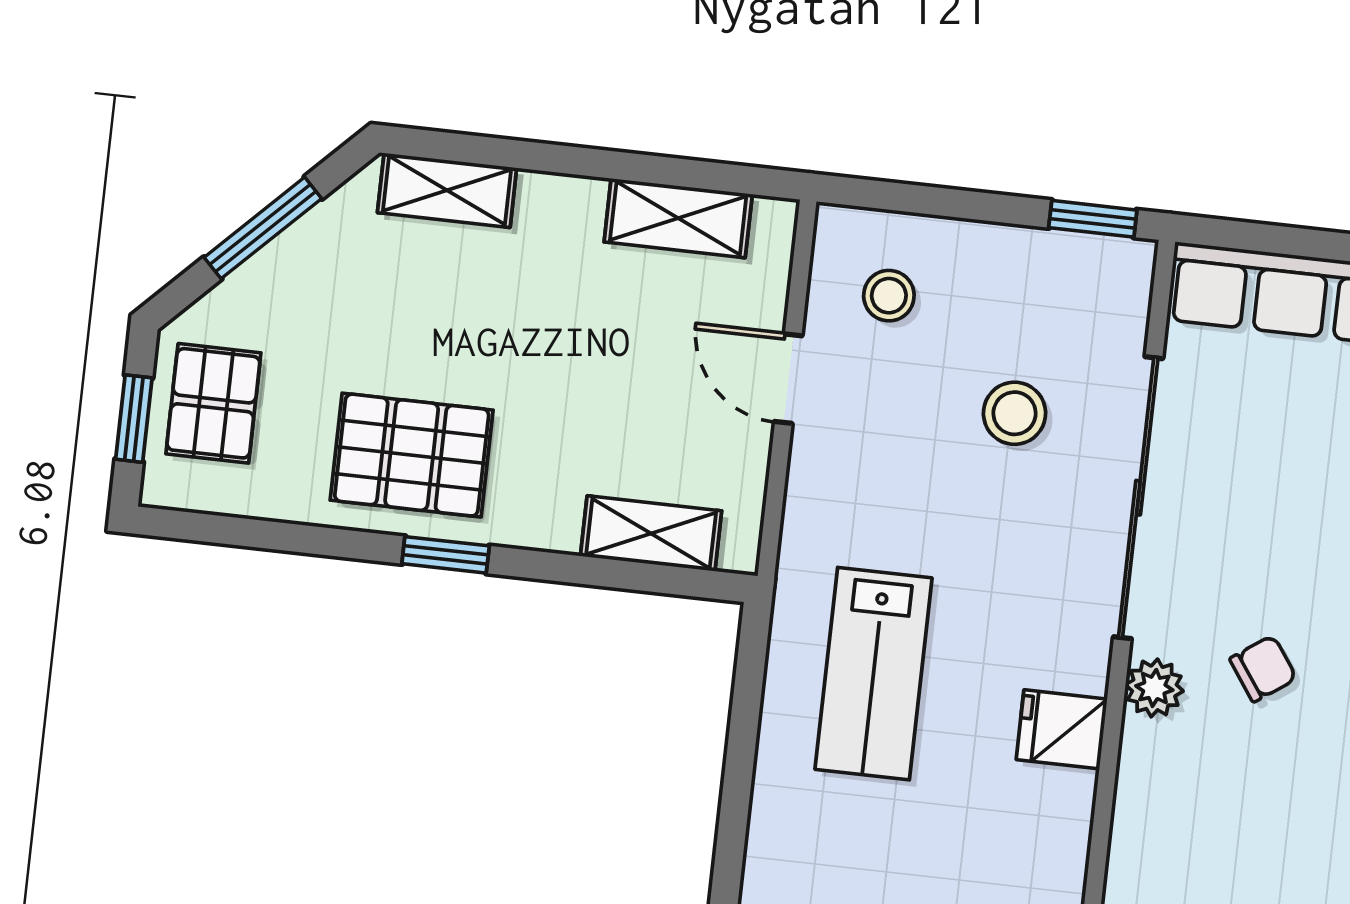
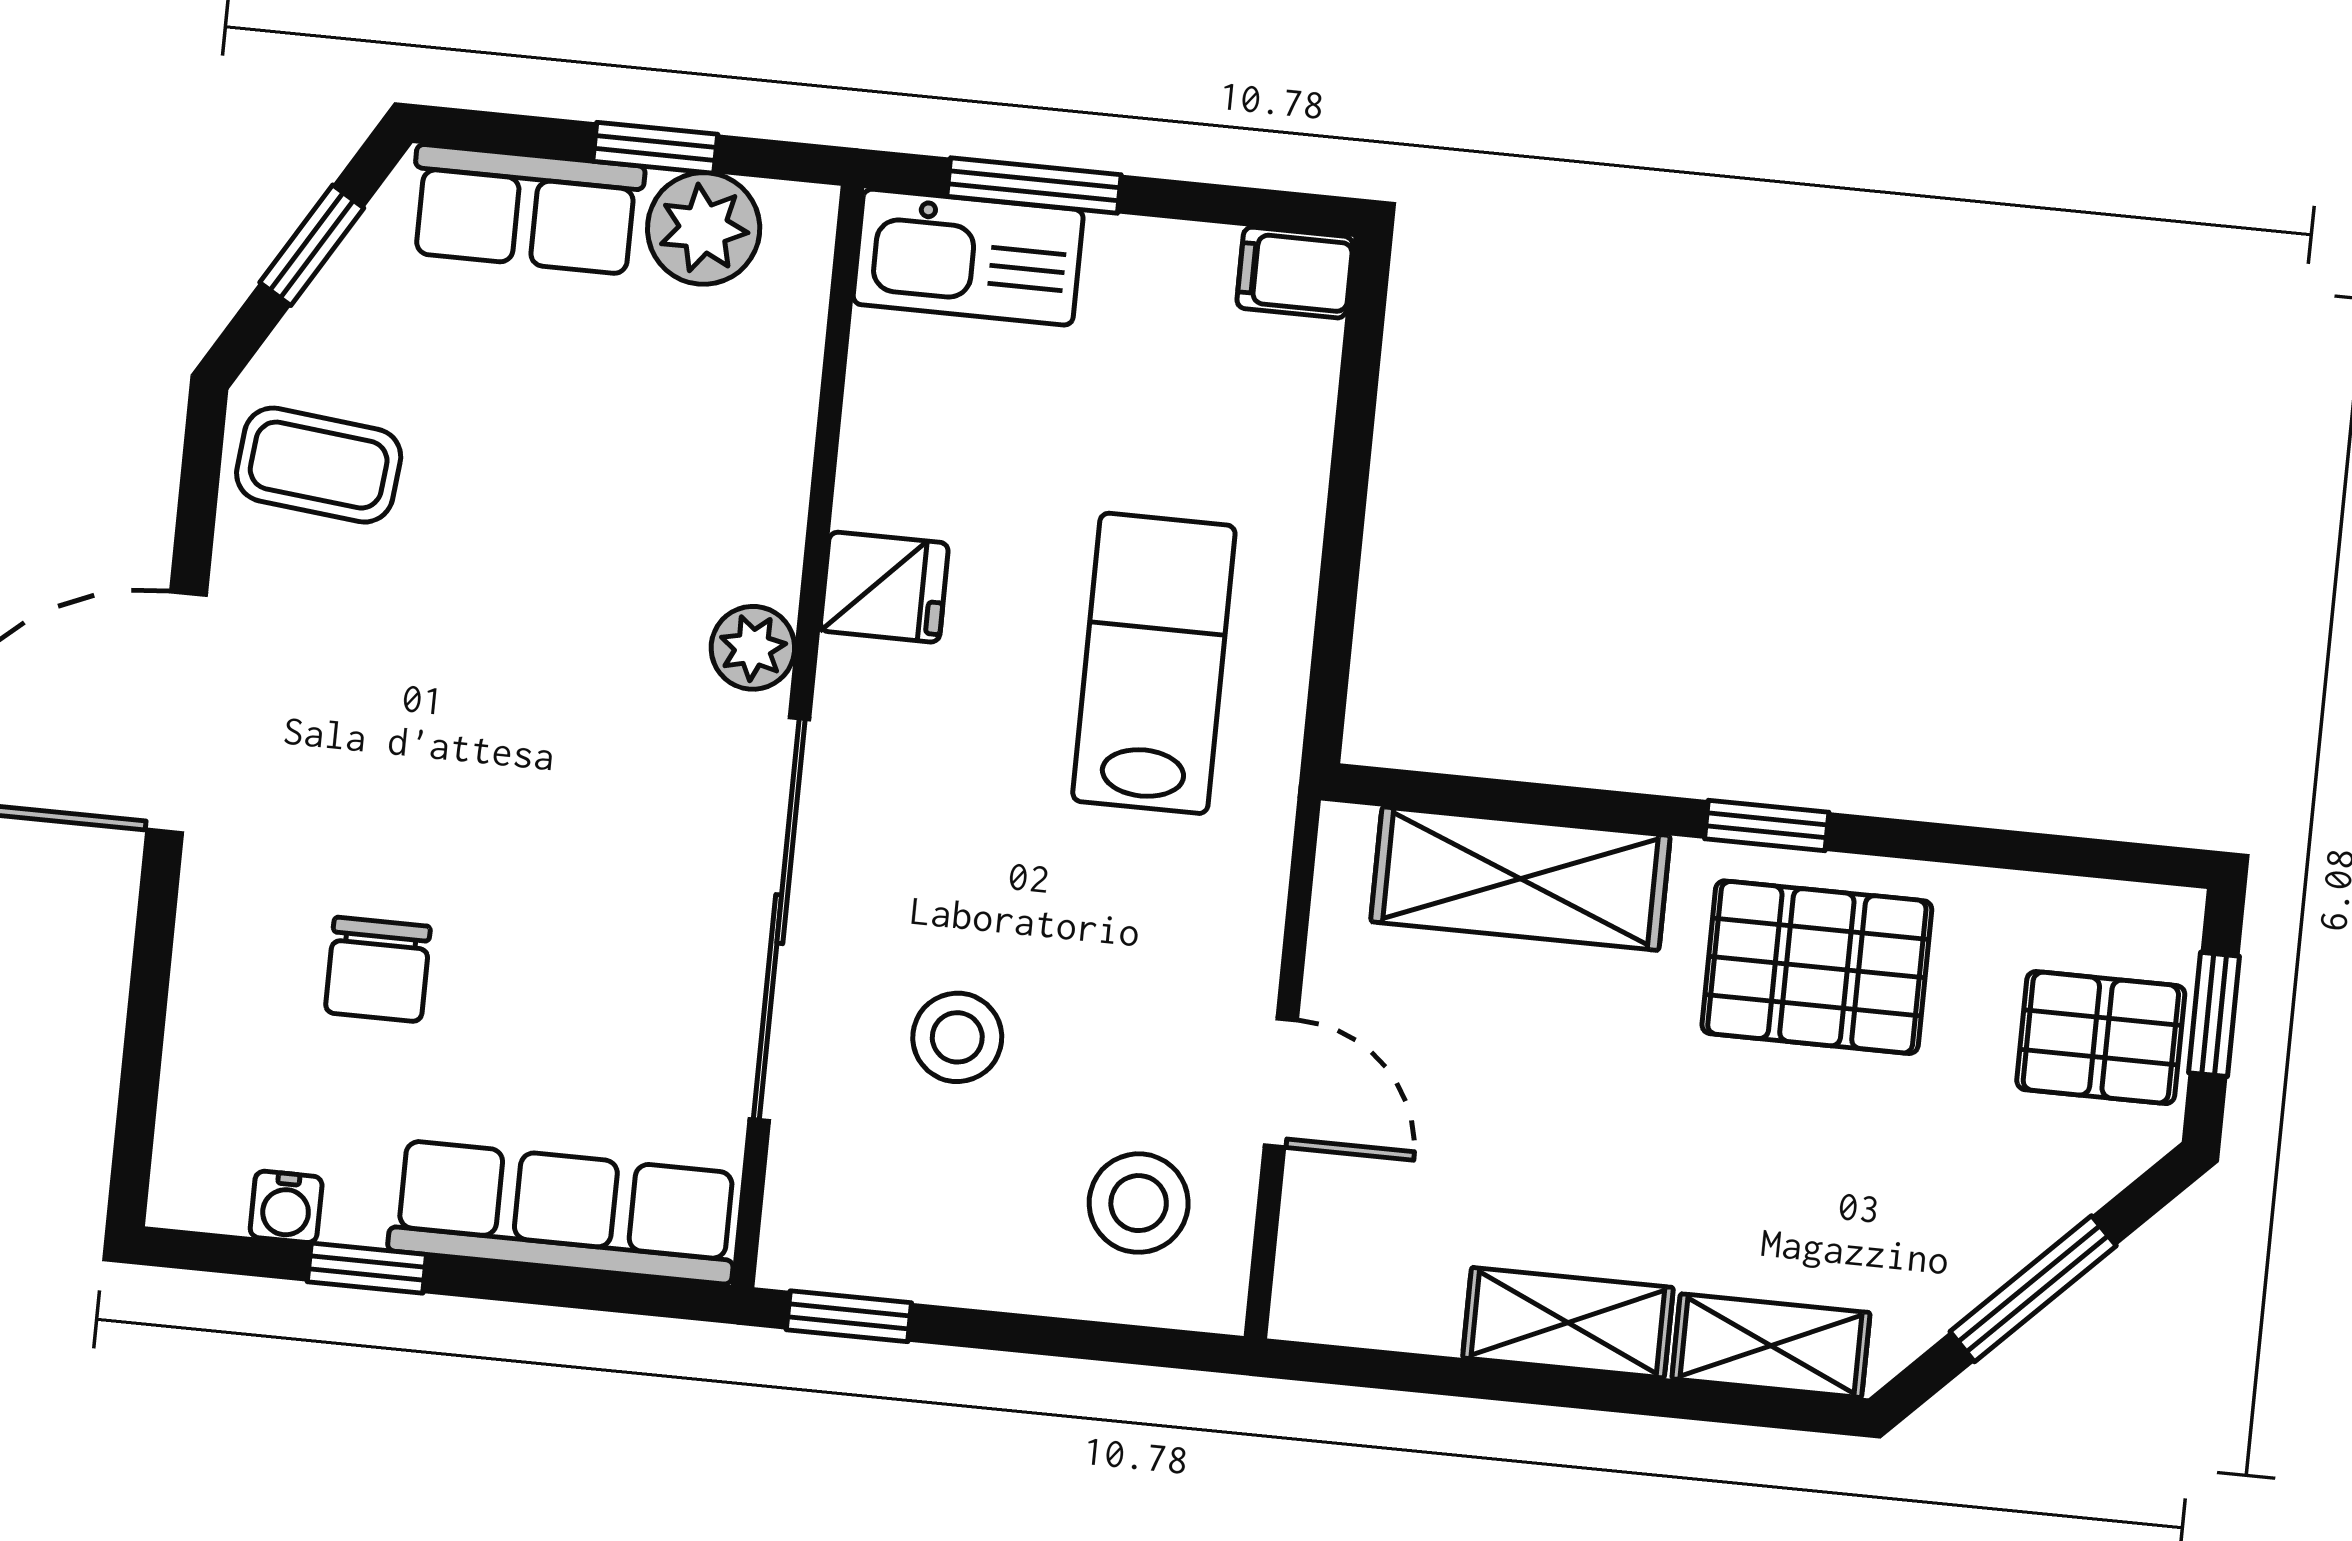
shelving: (678, 218) -> (1568, 1323), moved
stool: (889, 296) -> (1139, 1203), width x1.37, depth x1.37
pallet: (213, 403) -> (2101, 1038), turned 90
shelving: (651, 533) -> (1520, 879), width x1.50, depth x1.33
chair: (1263, 669) -> (598, 677), removed

